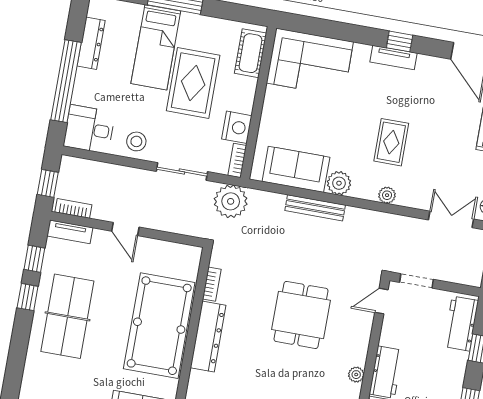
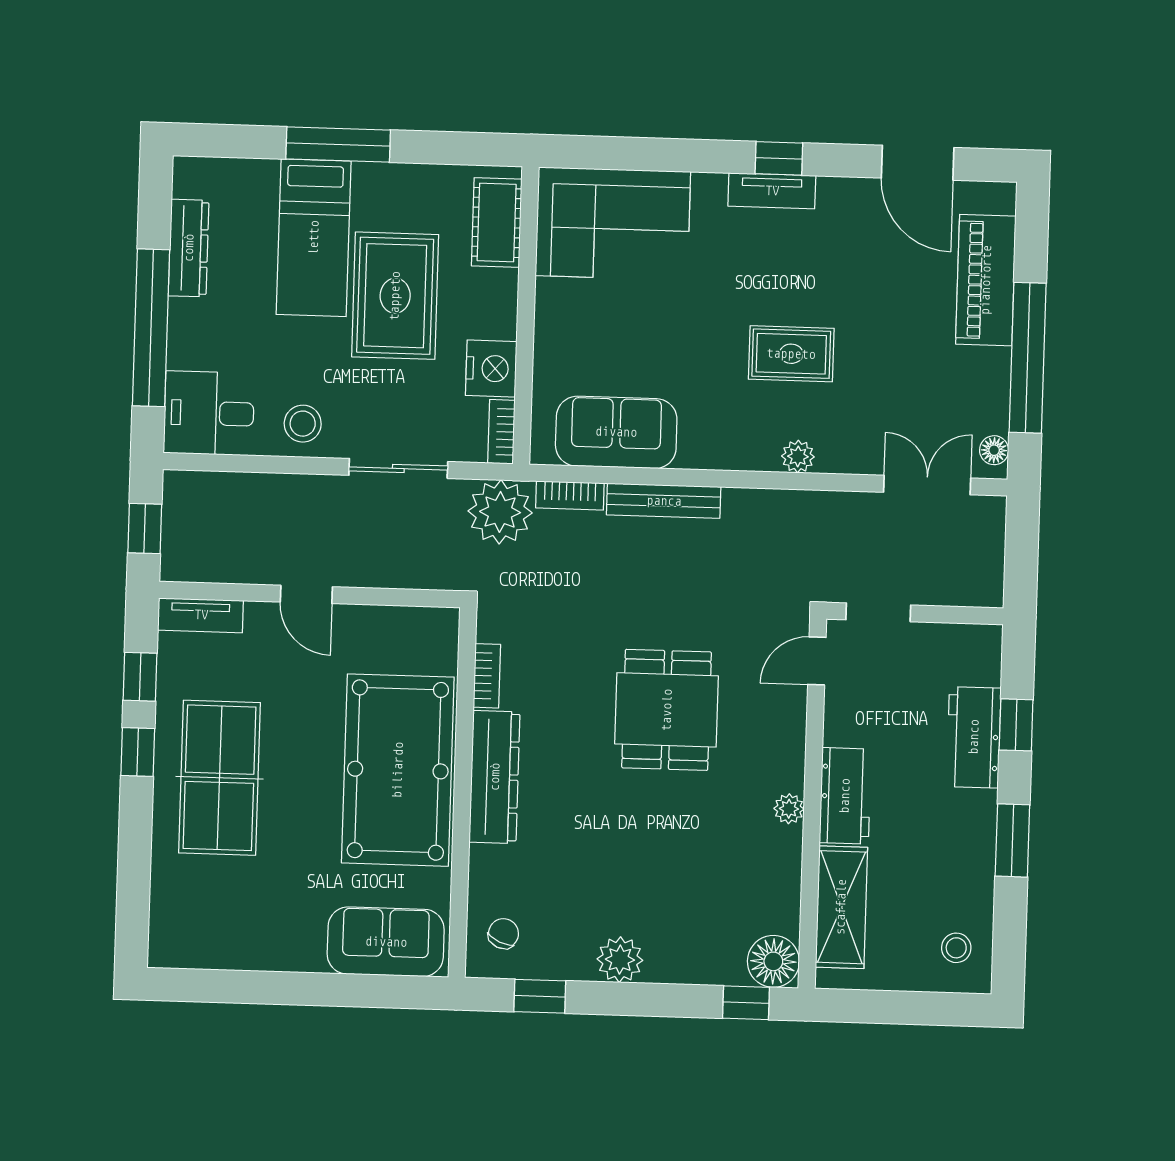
rug: (391, 142) -> (791, 354), turned 90
plant: (339, 183) -> (703, 447), removed
bookcase: (73, 208) -> (570, 495), moved, turned 180
workbench: (461, 324) -> (974, 737), moved

